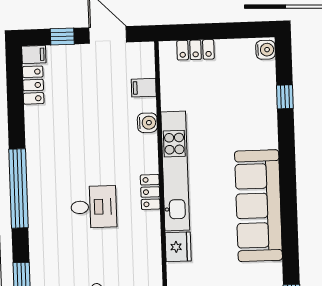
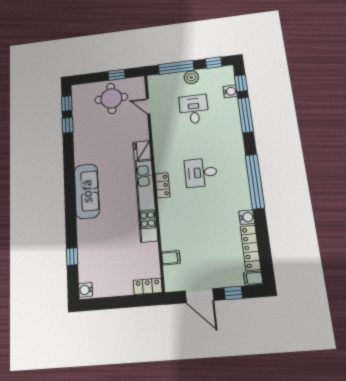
locker: (195, 50) -> (148, 286), moved
locker: (33, 85) -> (250, 248), width x1.53
water cooler: (147, 123) -> (247, 217), moved, turned 180
sofa: (258, 206) -> (87, 191), width x0.74, depth x0.79

